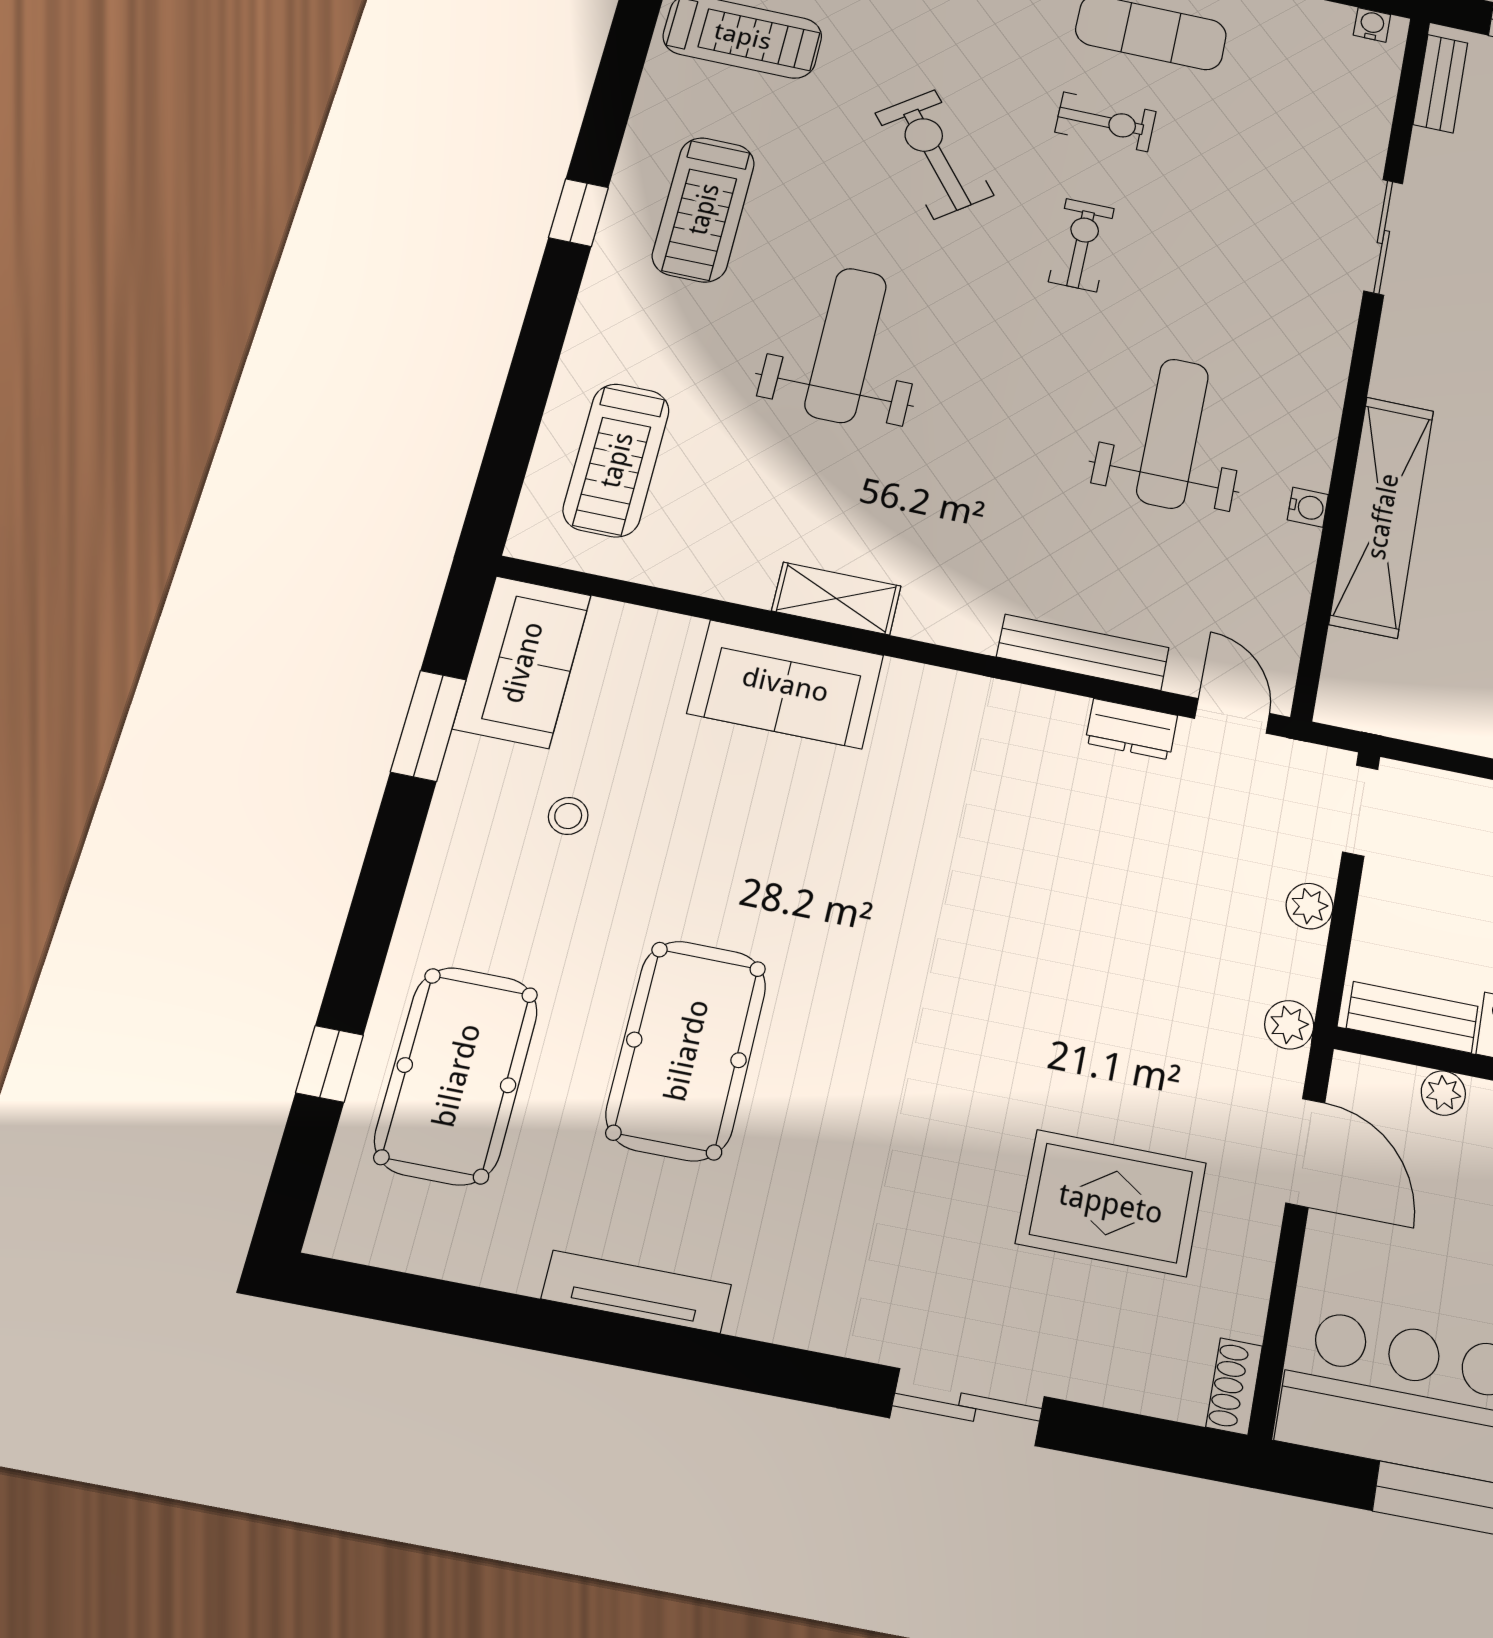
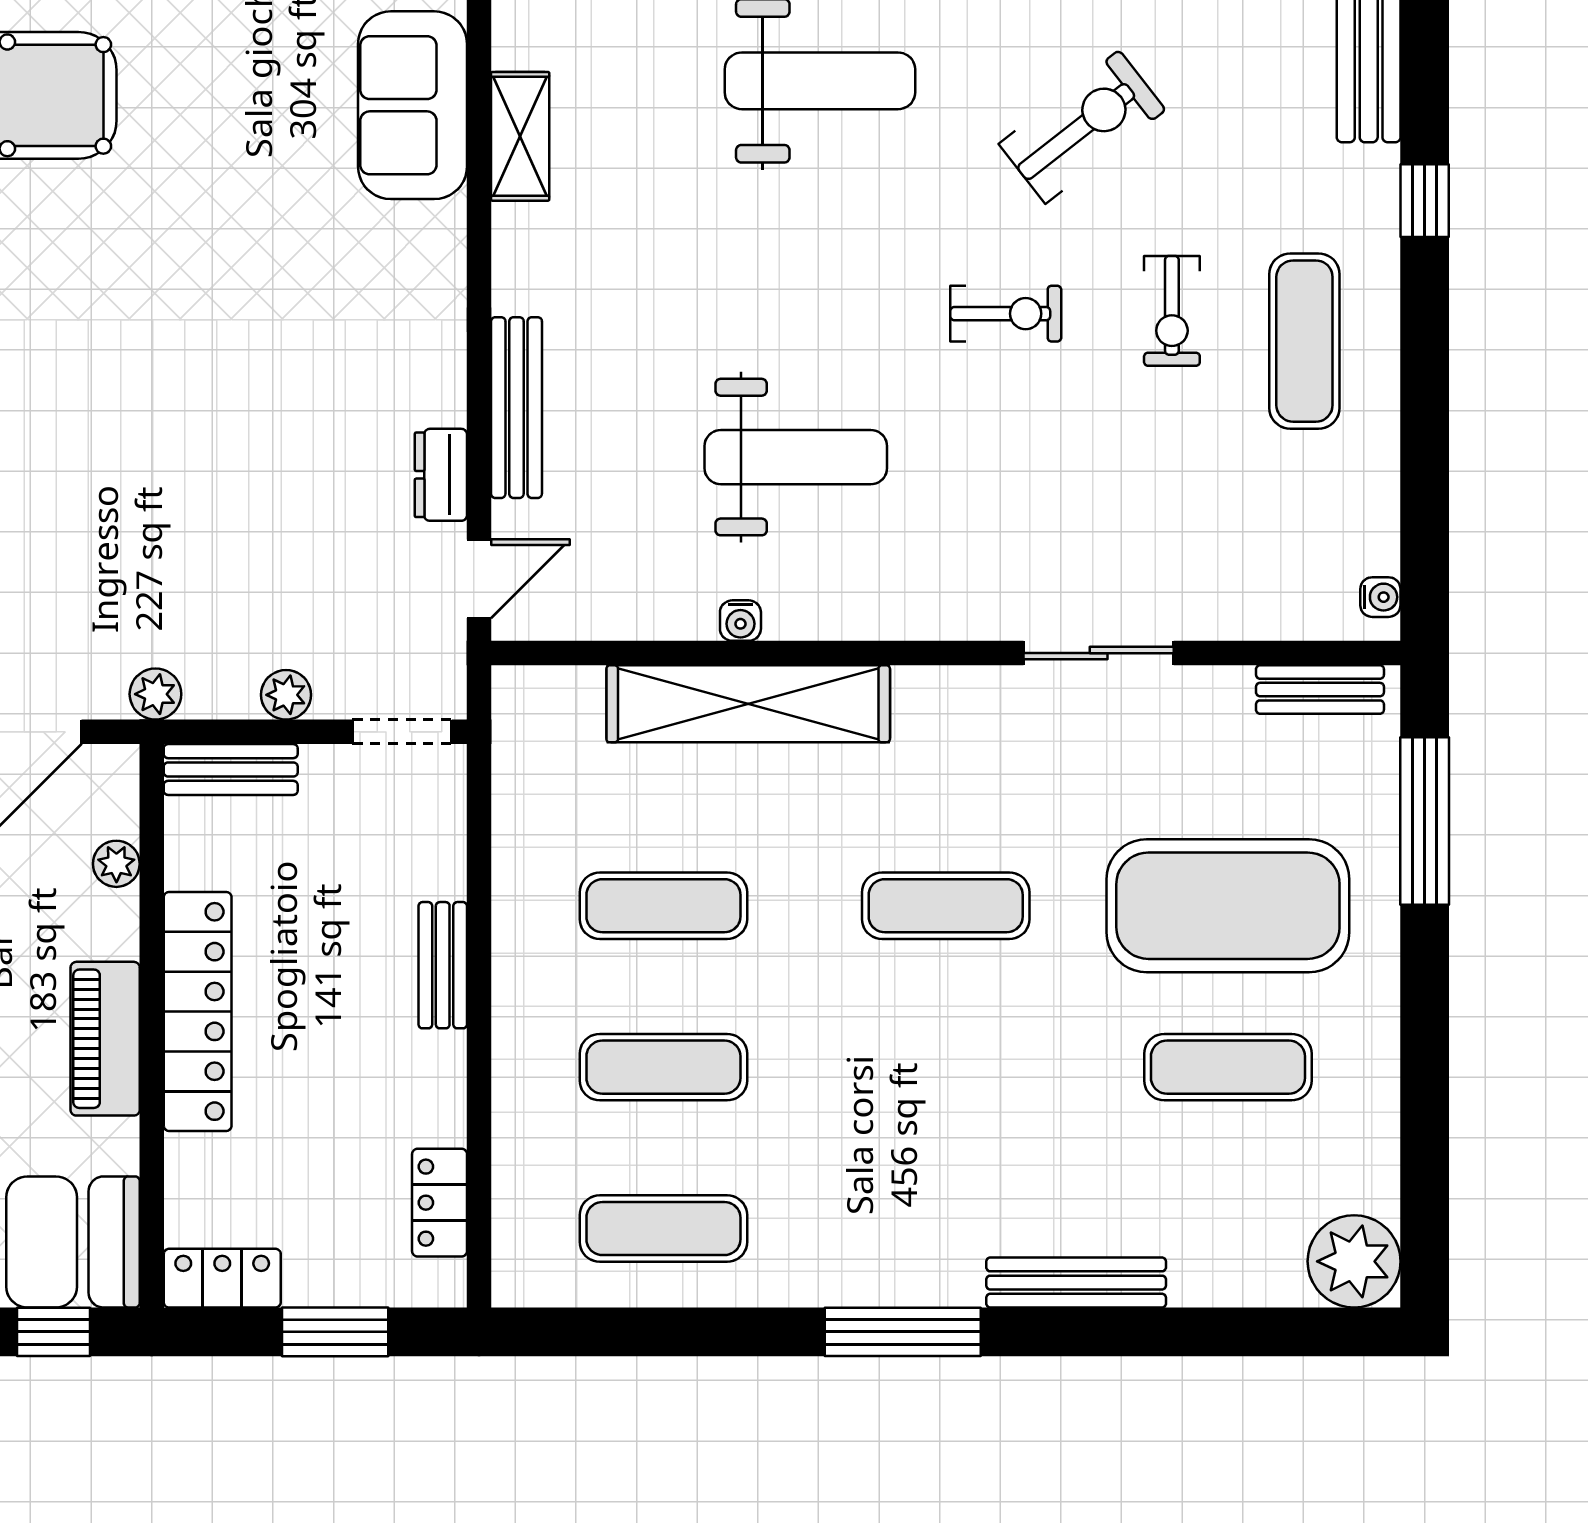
bench: (1412, 1017) -> (231, 769), moved, turned 90

